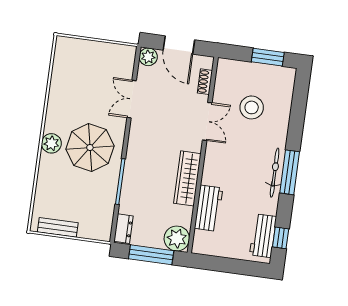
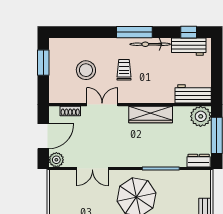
trolley: (246, 154) -> (124, 70), added
bicycle: (275, 173) -> (150, 44), moved
workbench: (209, 208) -> (193, 94), moved

